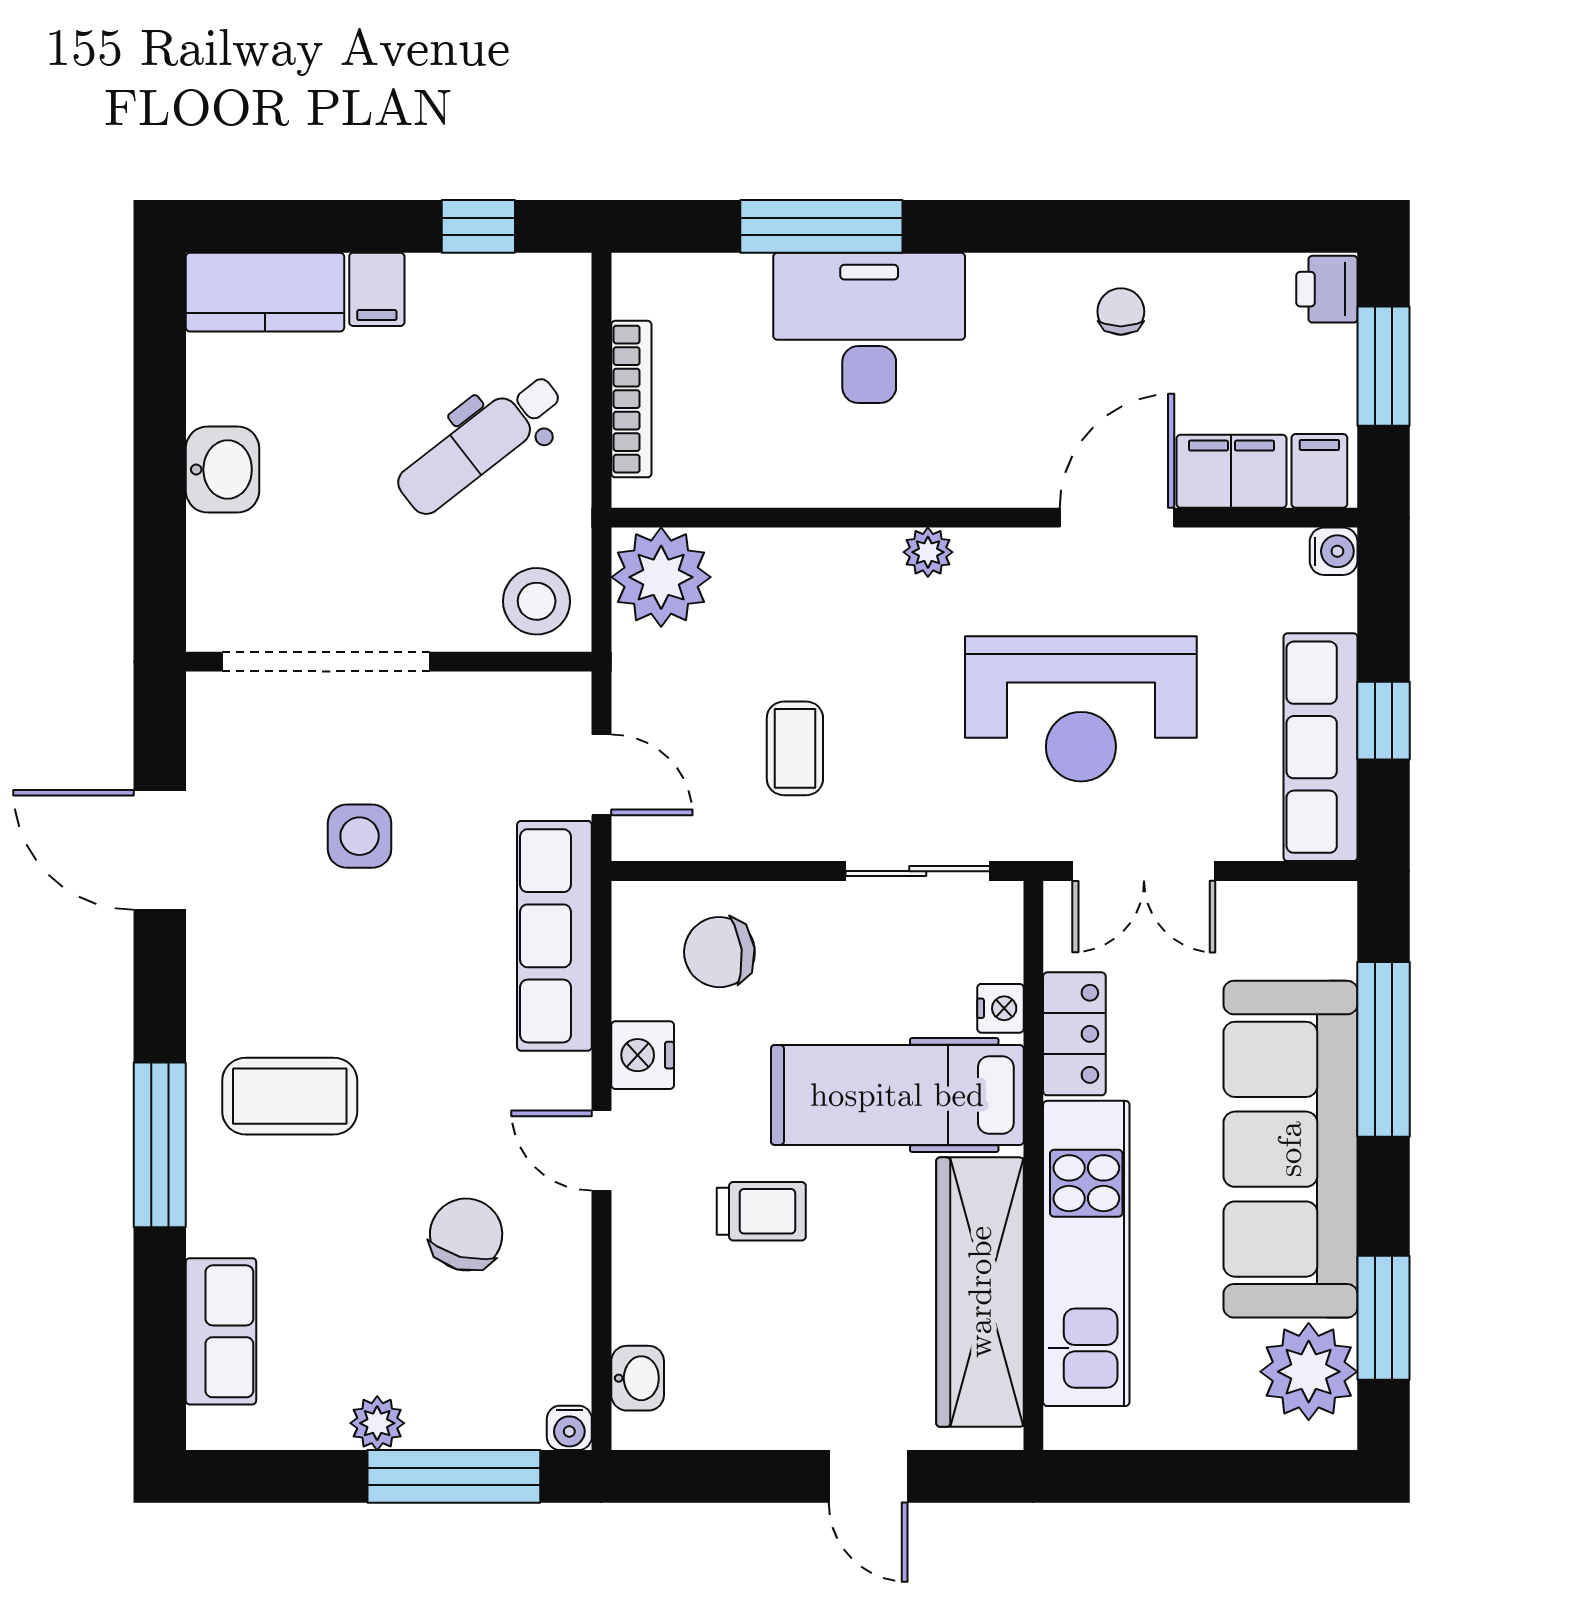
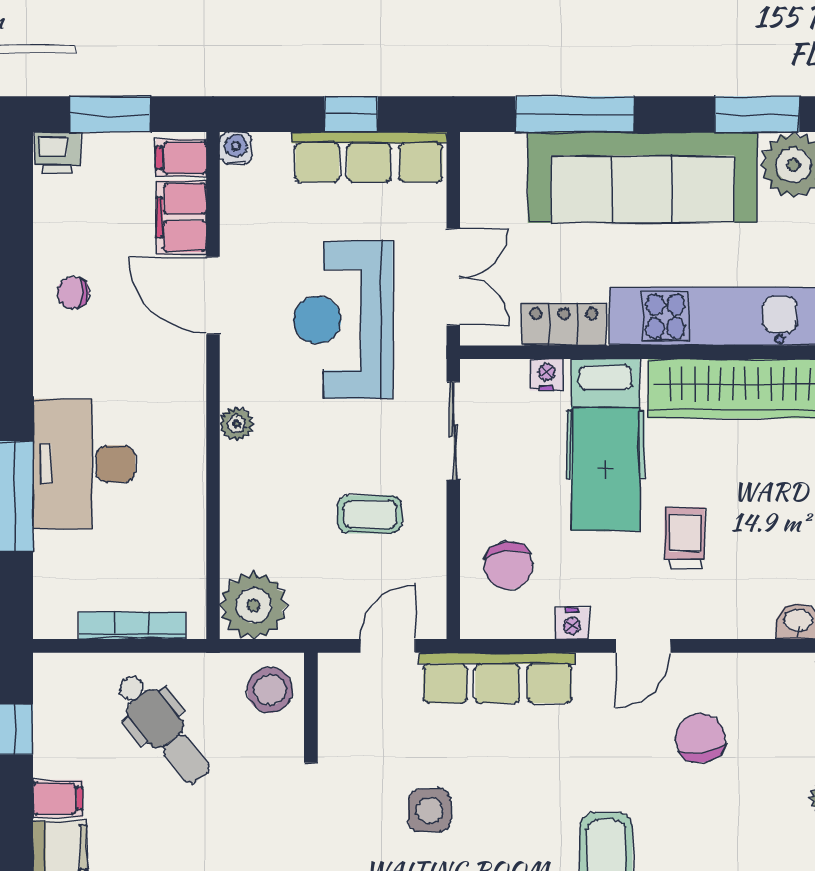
reception desk: (1081, 709) -> (343, 320), turned 180
nightstand: (643, 1055) -> (572, 624), width x0.72, depth x0.74
chair: (466, 1234) -> (700, 738), turned 67

